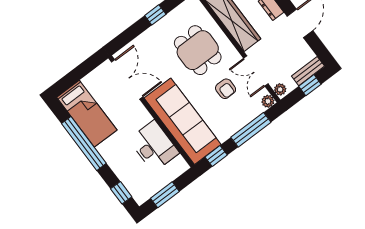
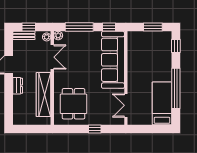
window: (155, 15) -> (95, 129), moved
dining table: (198, 50) -> (73, 104), moved
double door: (127, 79) -> (126, 105), width x0.73
armchair: (226, 89) -> (76, 60), removed
desk: (154, 146) -> (139, 58), removed

